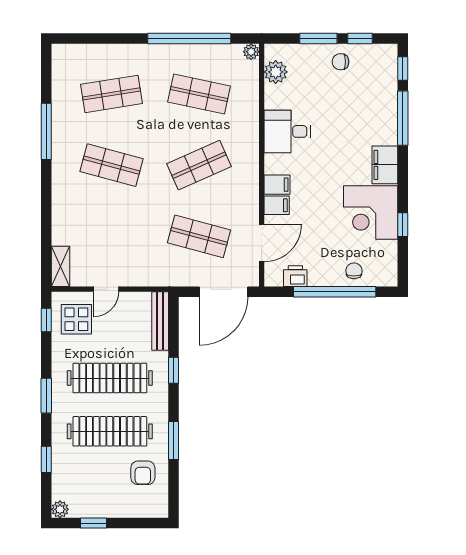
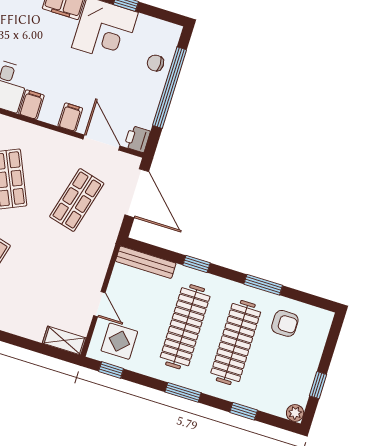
filing cabinet: (277, 185) -> (31, 105), moved
printer: (295, 276) -> (137, 139), moved

